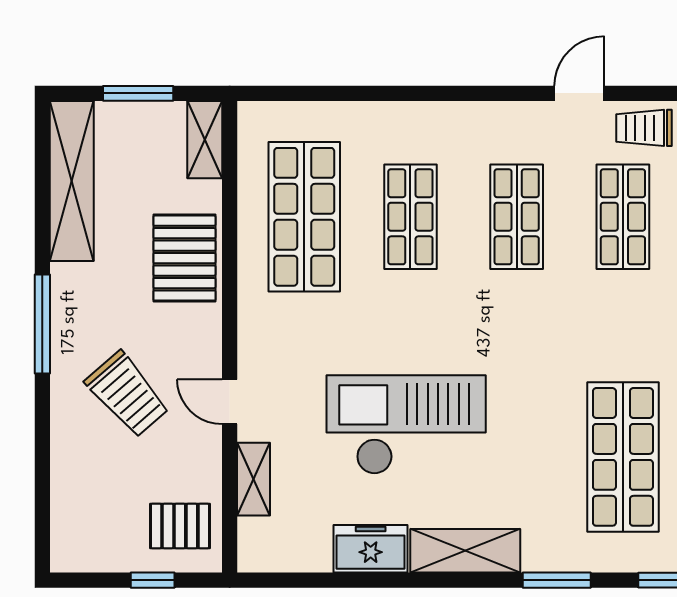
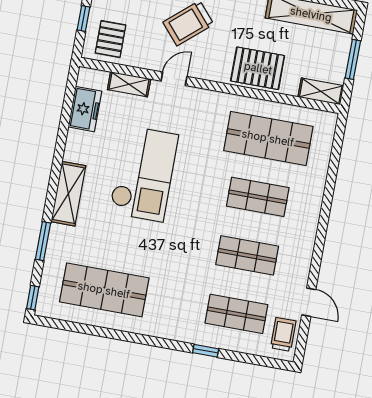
freezer: (371, 549) -> (85, 109), moved

